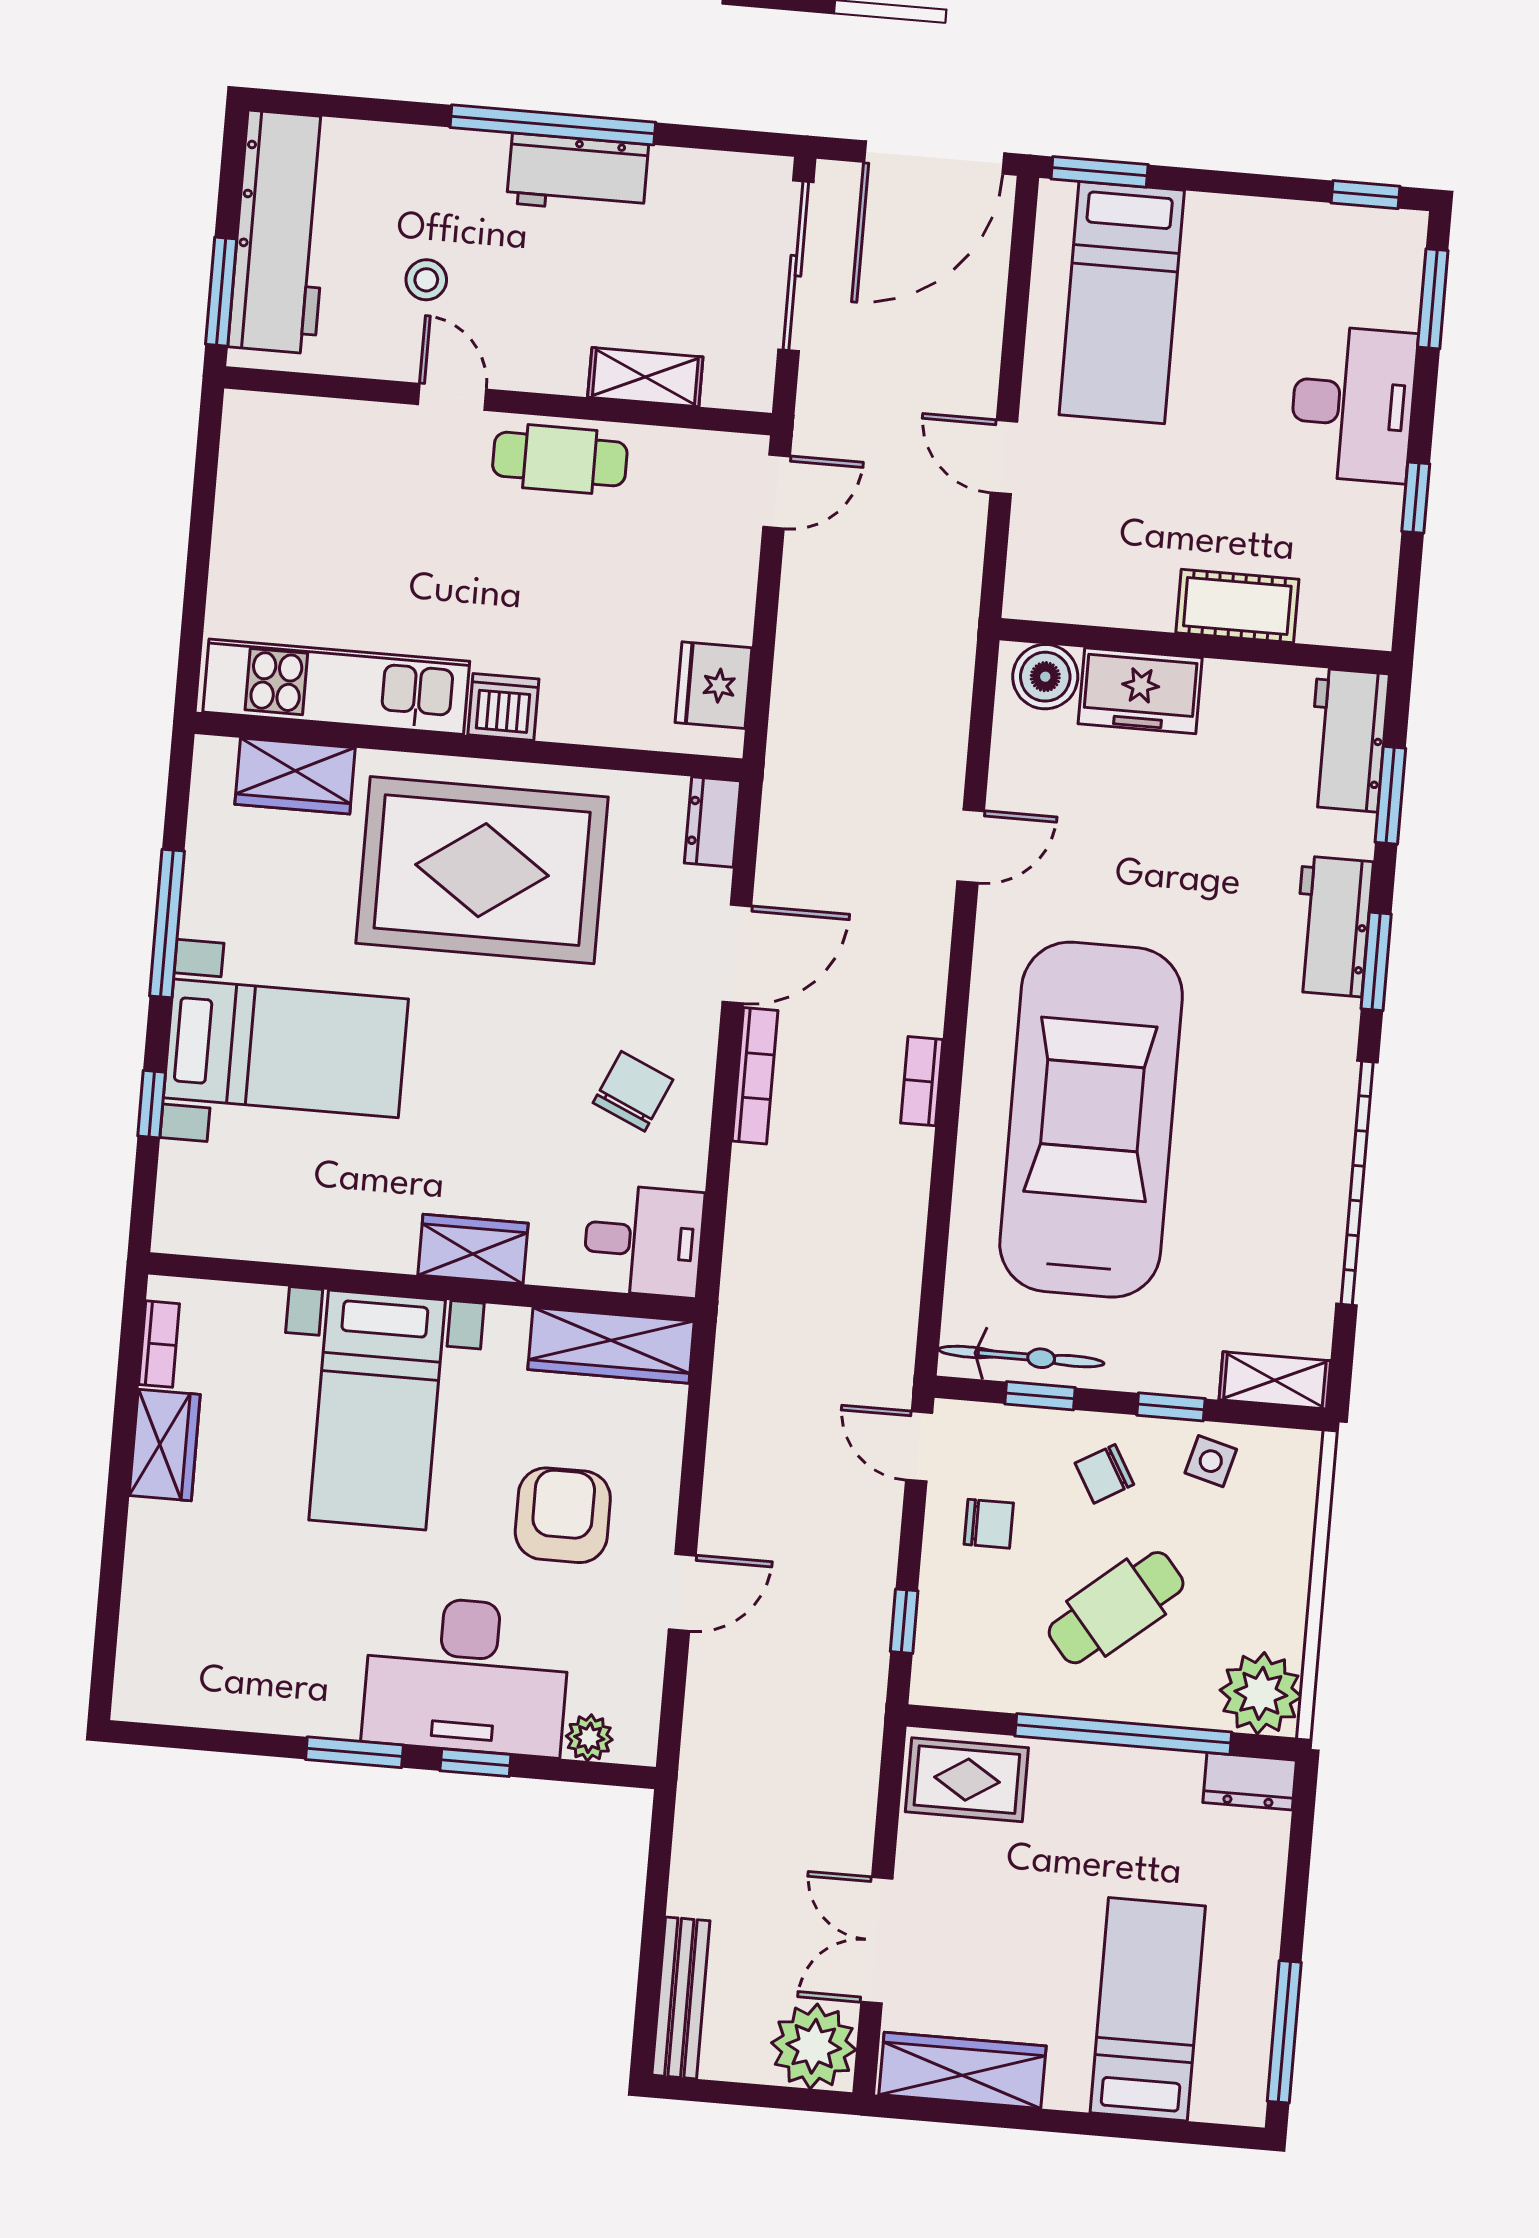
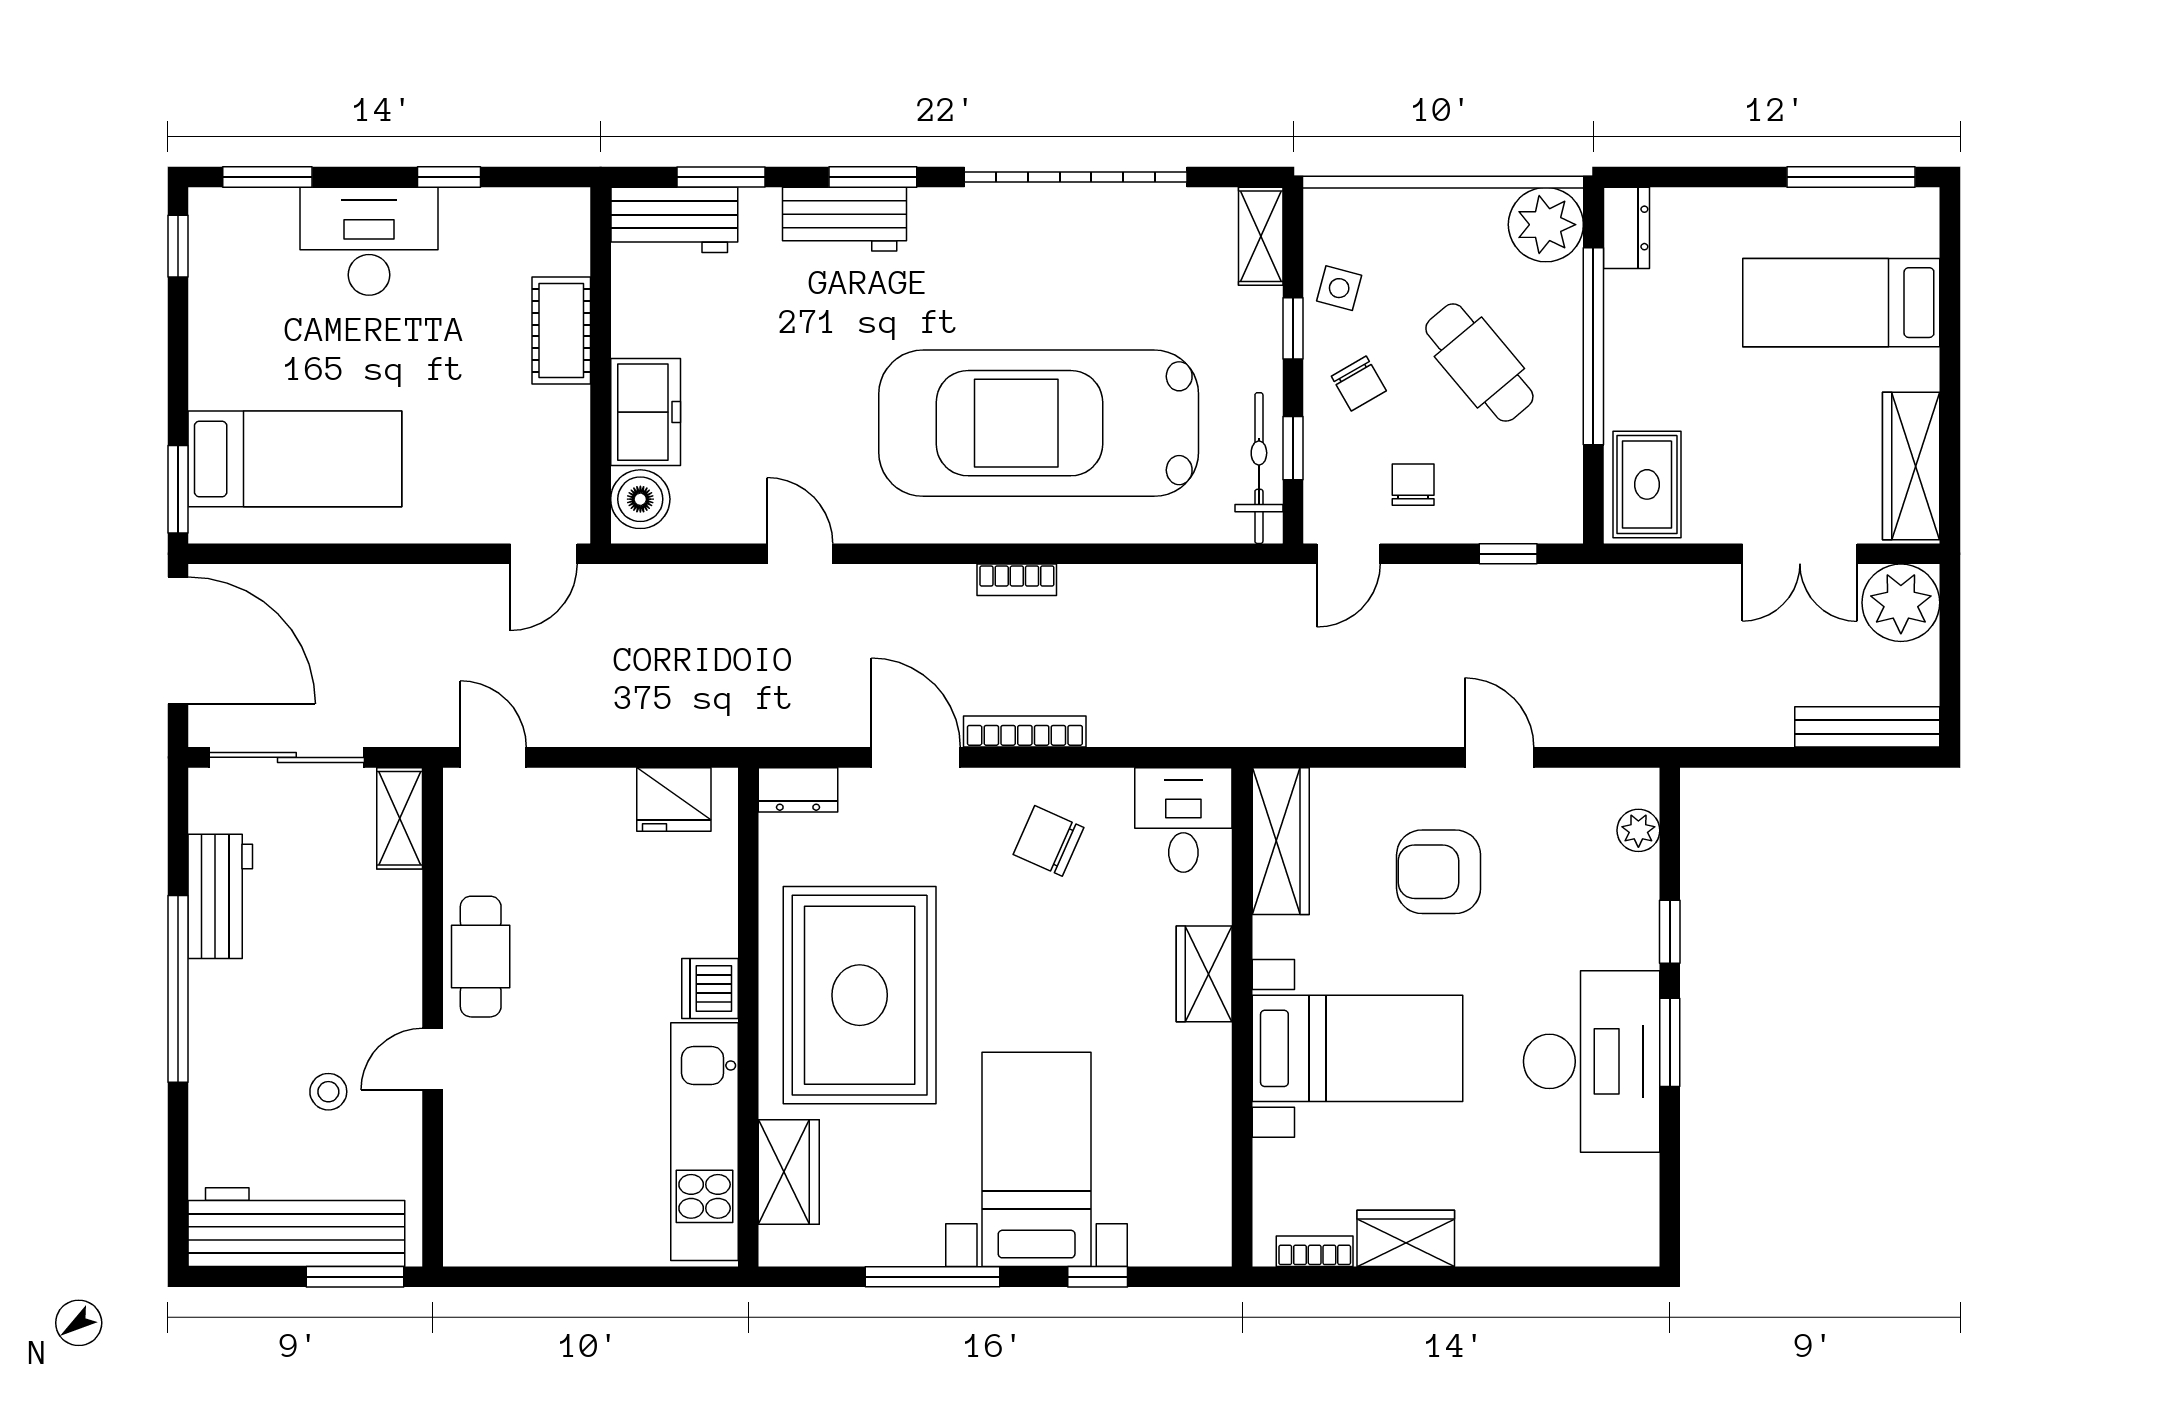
workbench: (578, 174) -> (220, 896), moved
shelving: (645, 377) -> (400, 818), moved
door: (1004, 457) -> (544, 554), moved
desk: (467, 1676) -> (1592, 1061), moved

